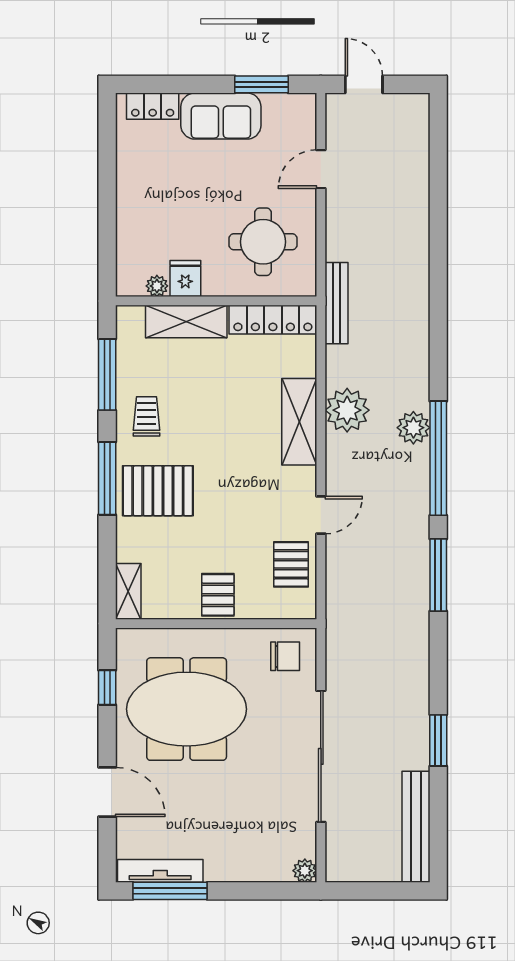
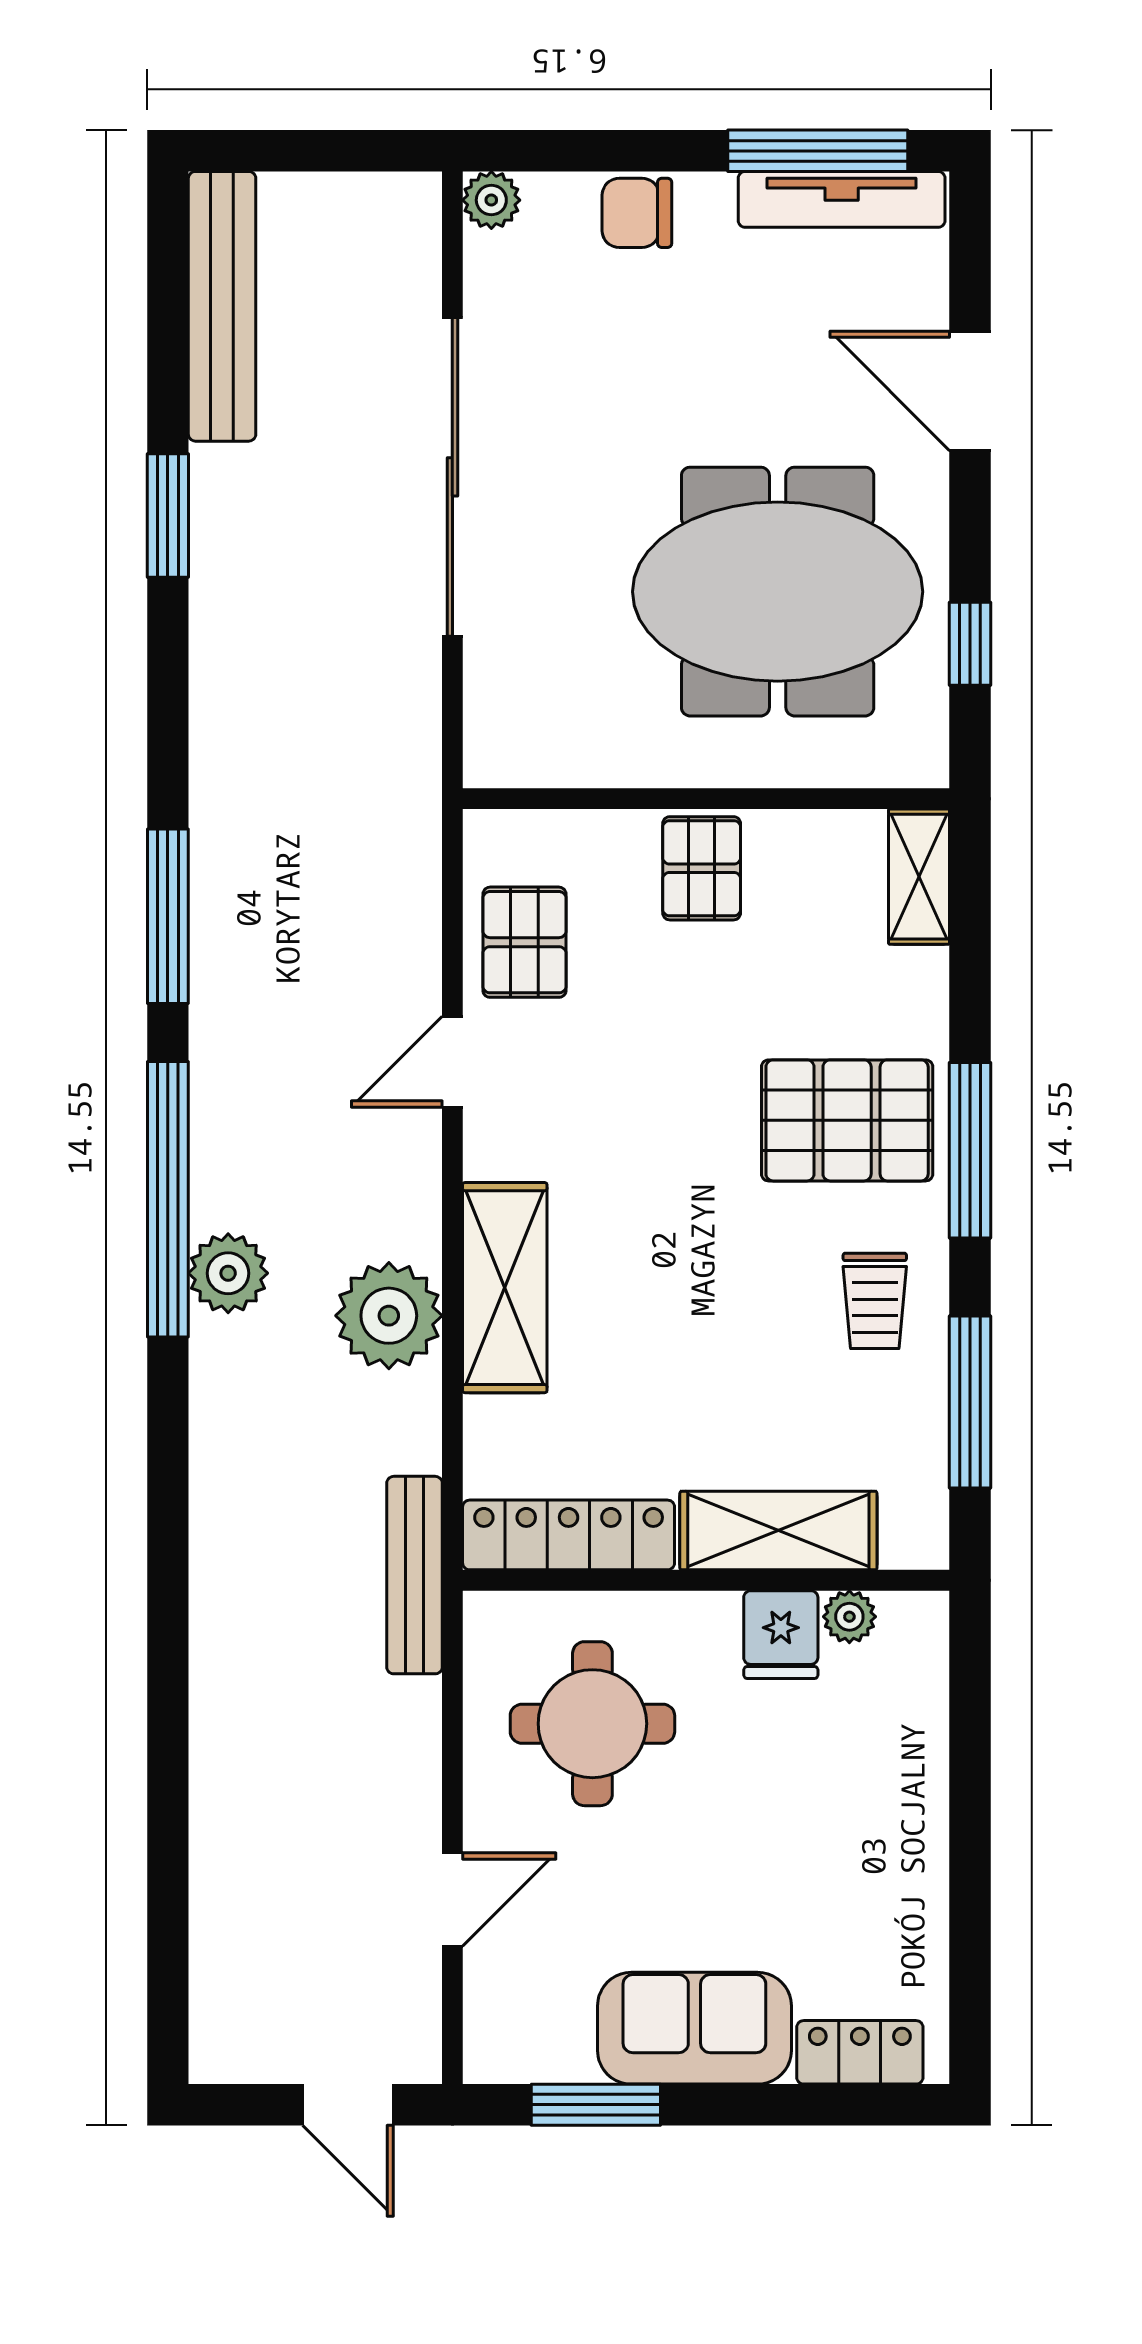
chair: (285, 656) -> (637, 213), moved

